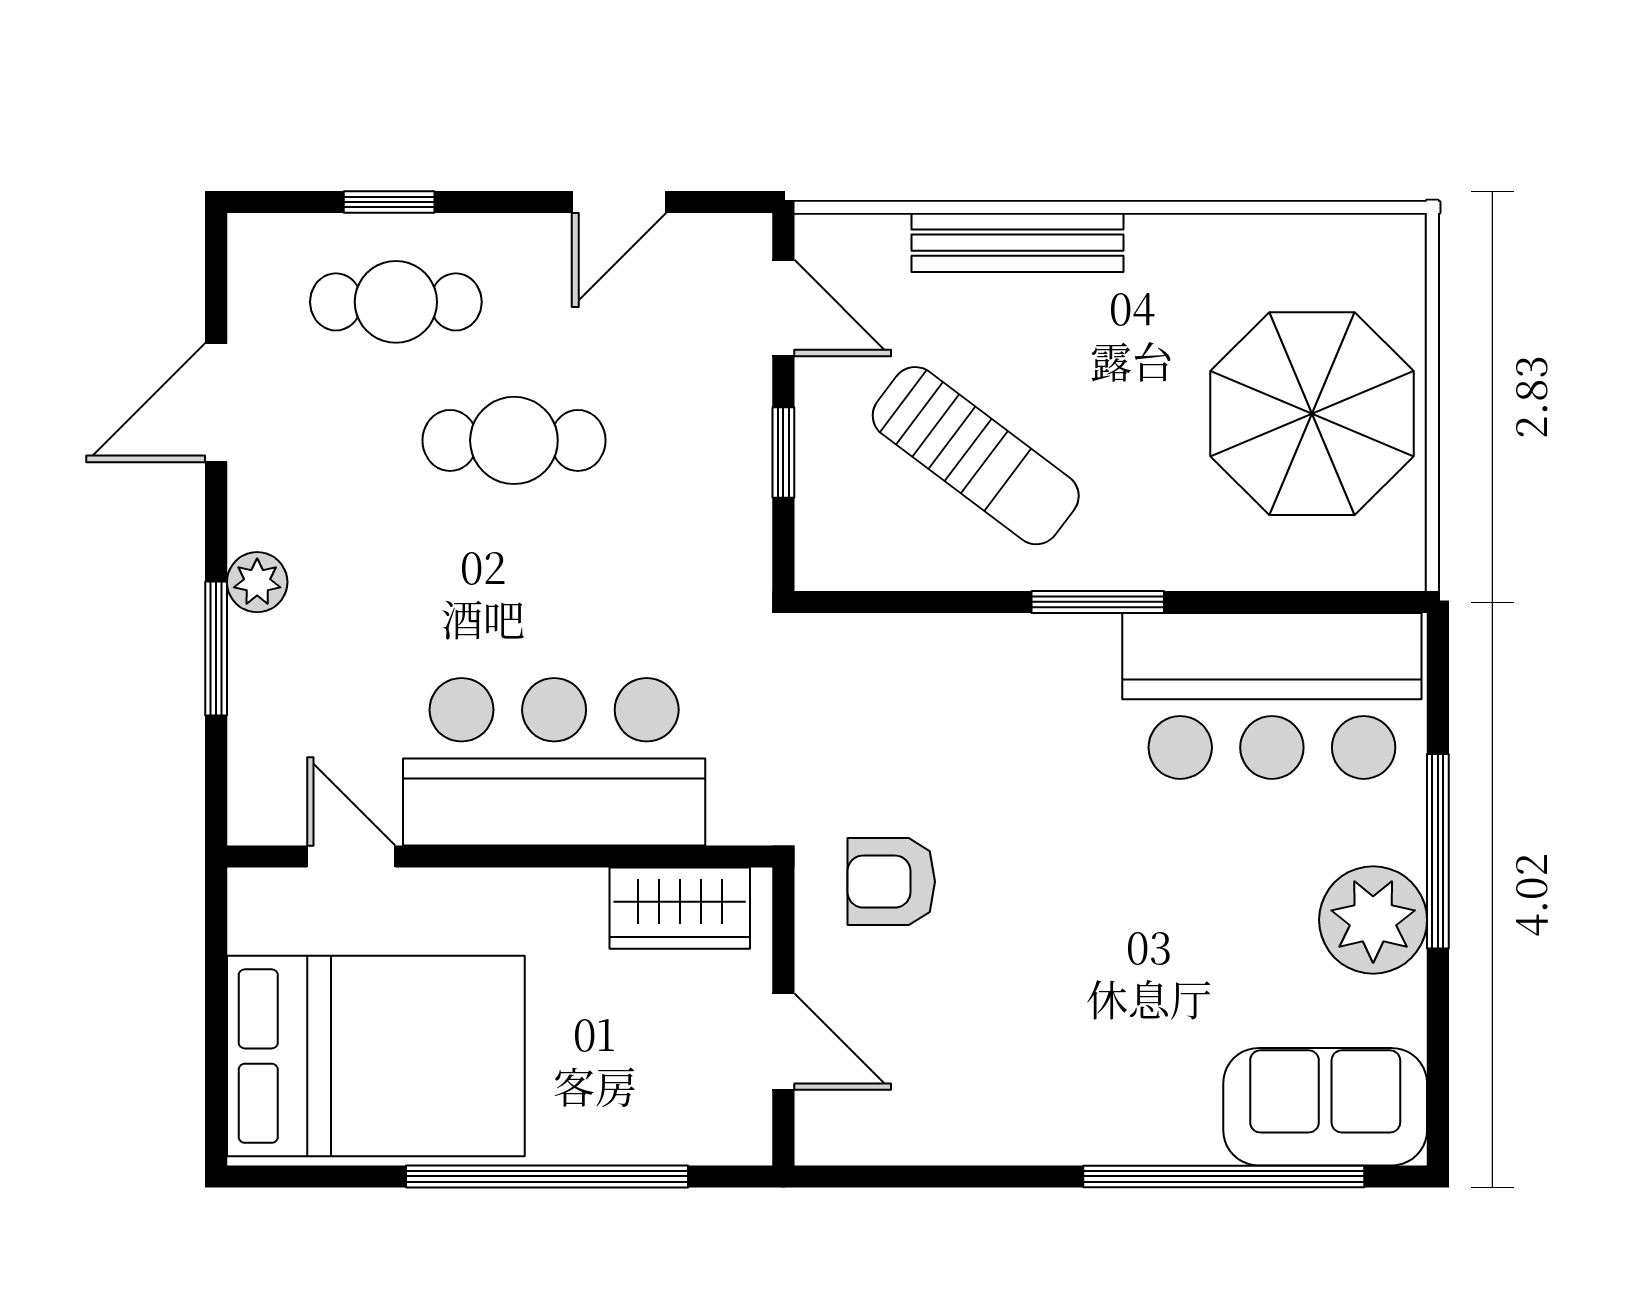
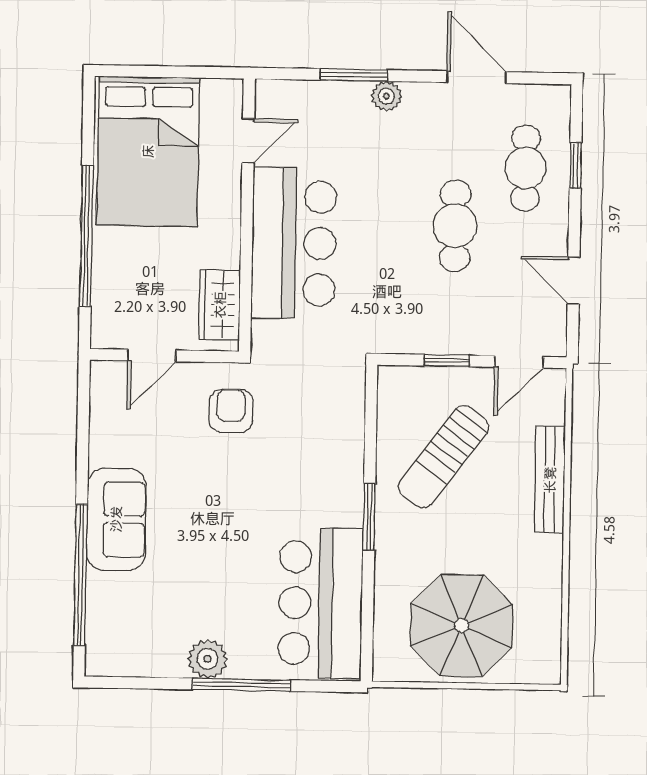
plant: (1373, 920) -> (207, 659), width x0.73, depth x0.73
sofa: (1325, 1107) -> (116, 519), moved

